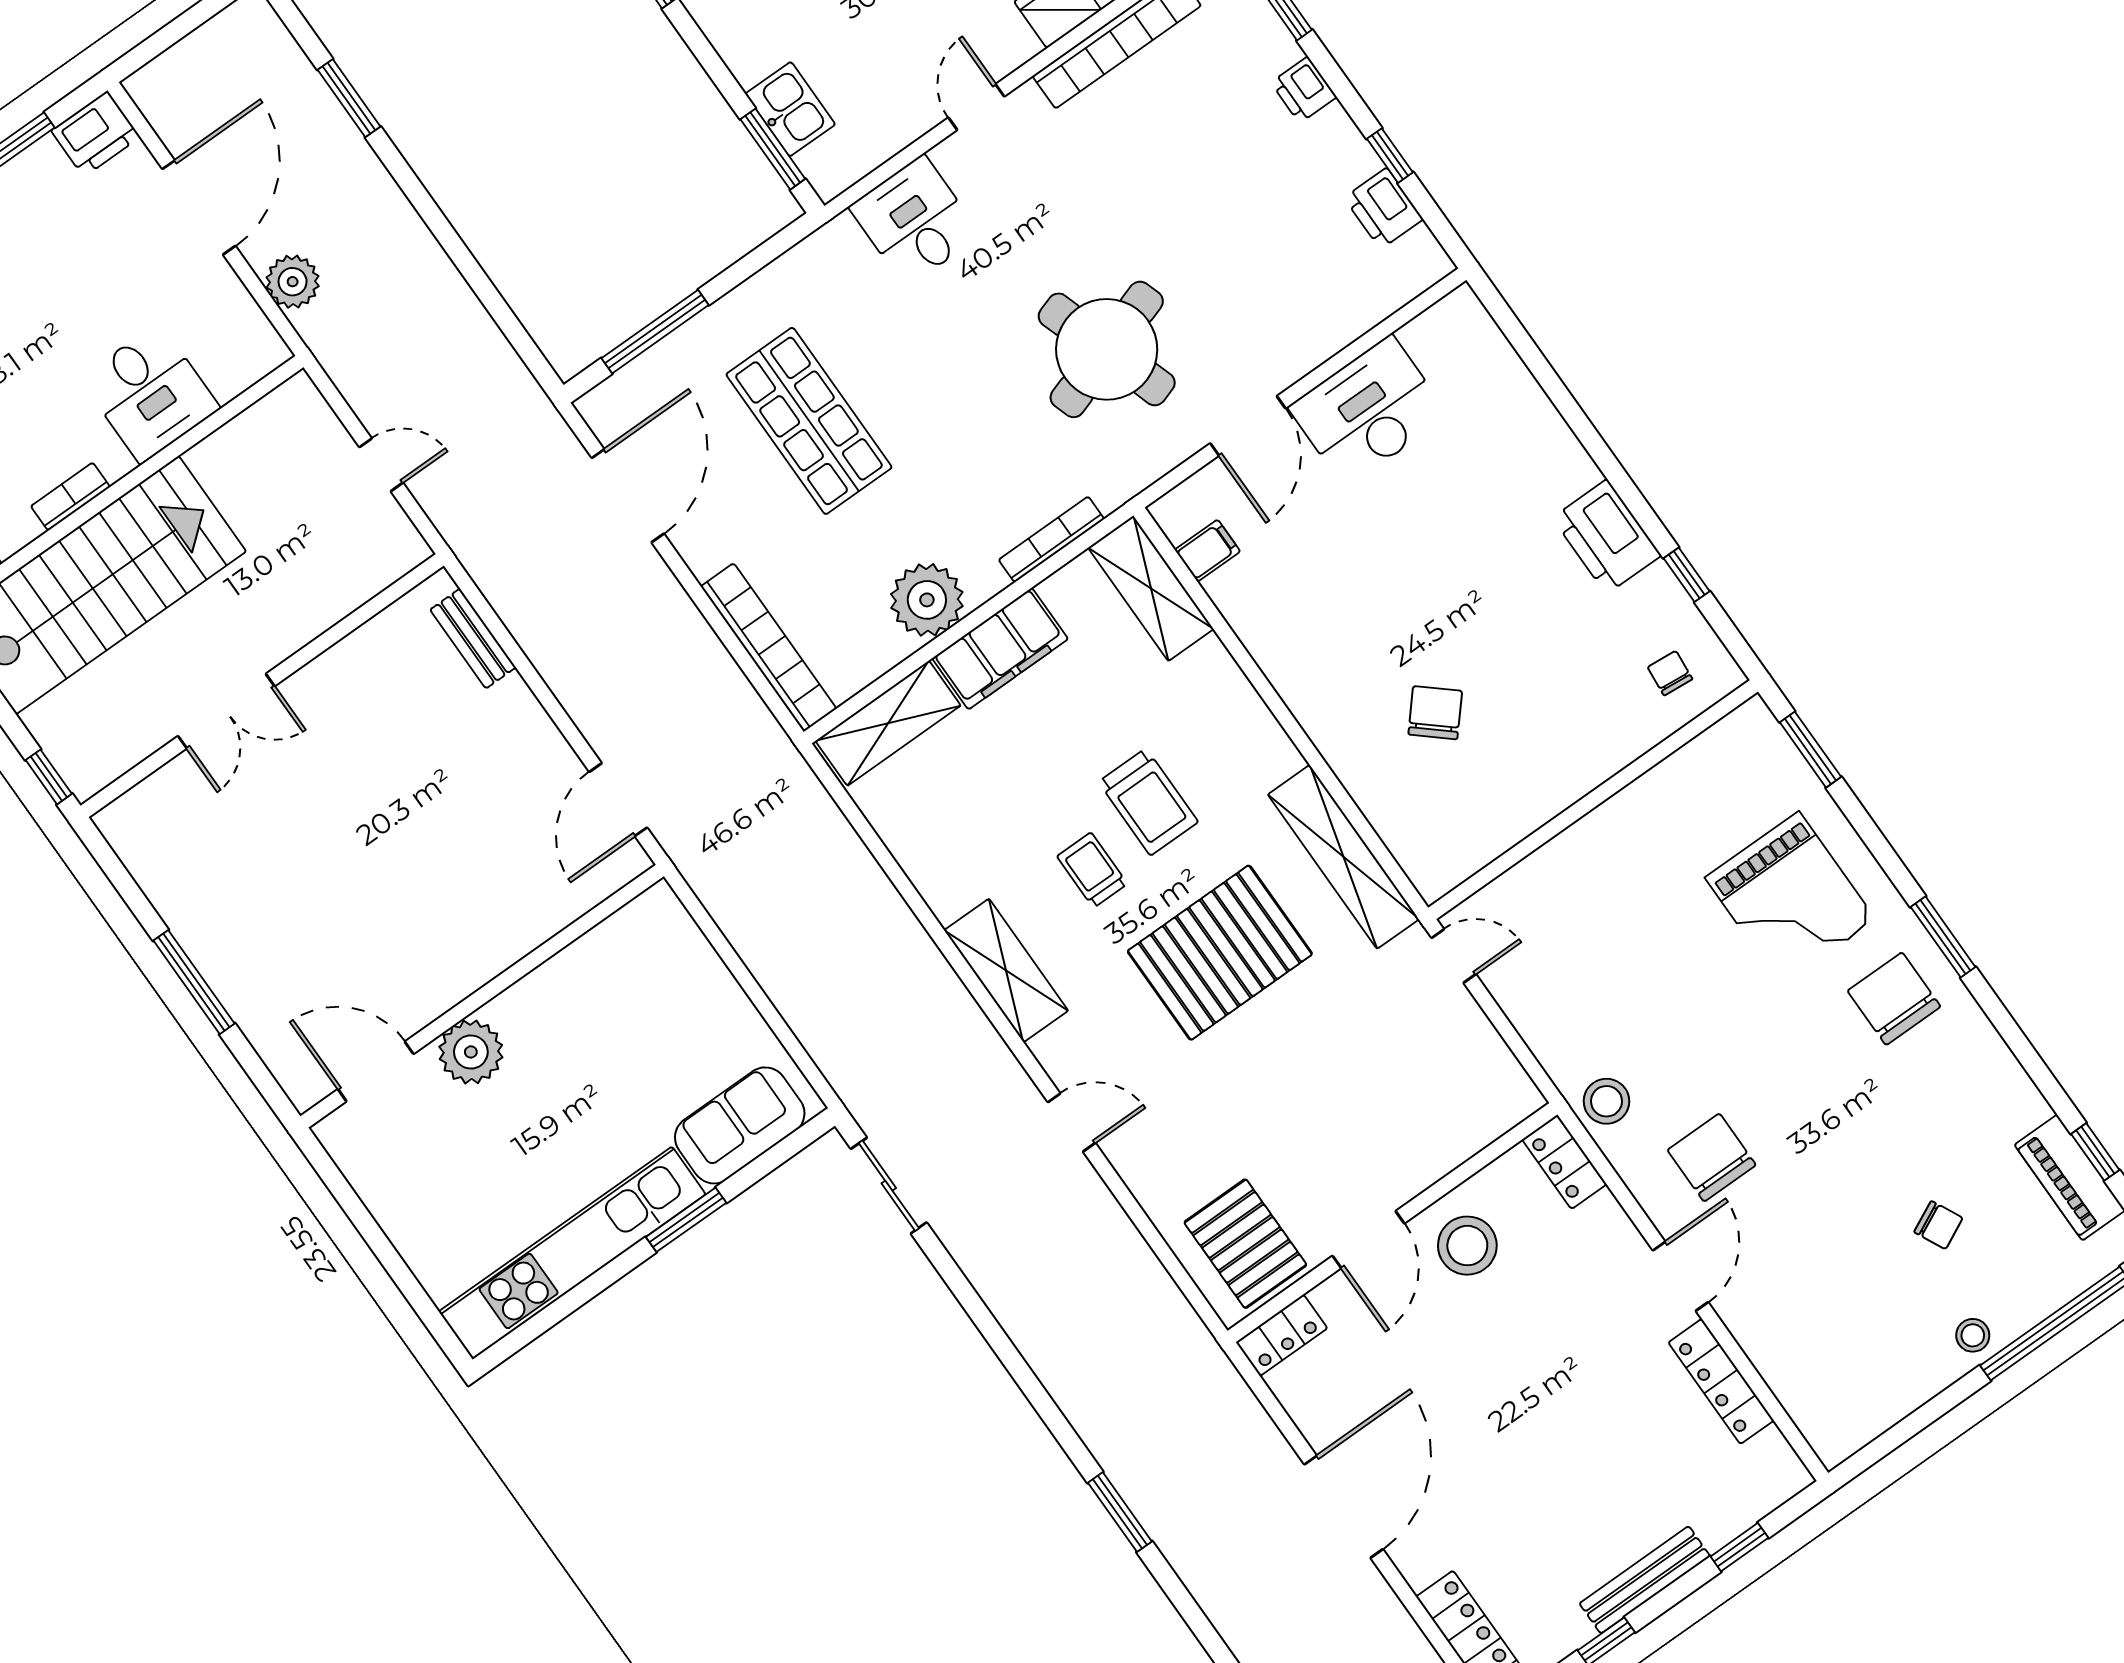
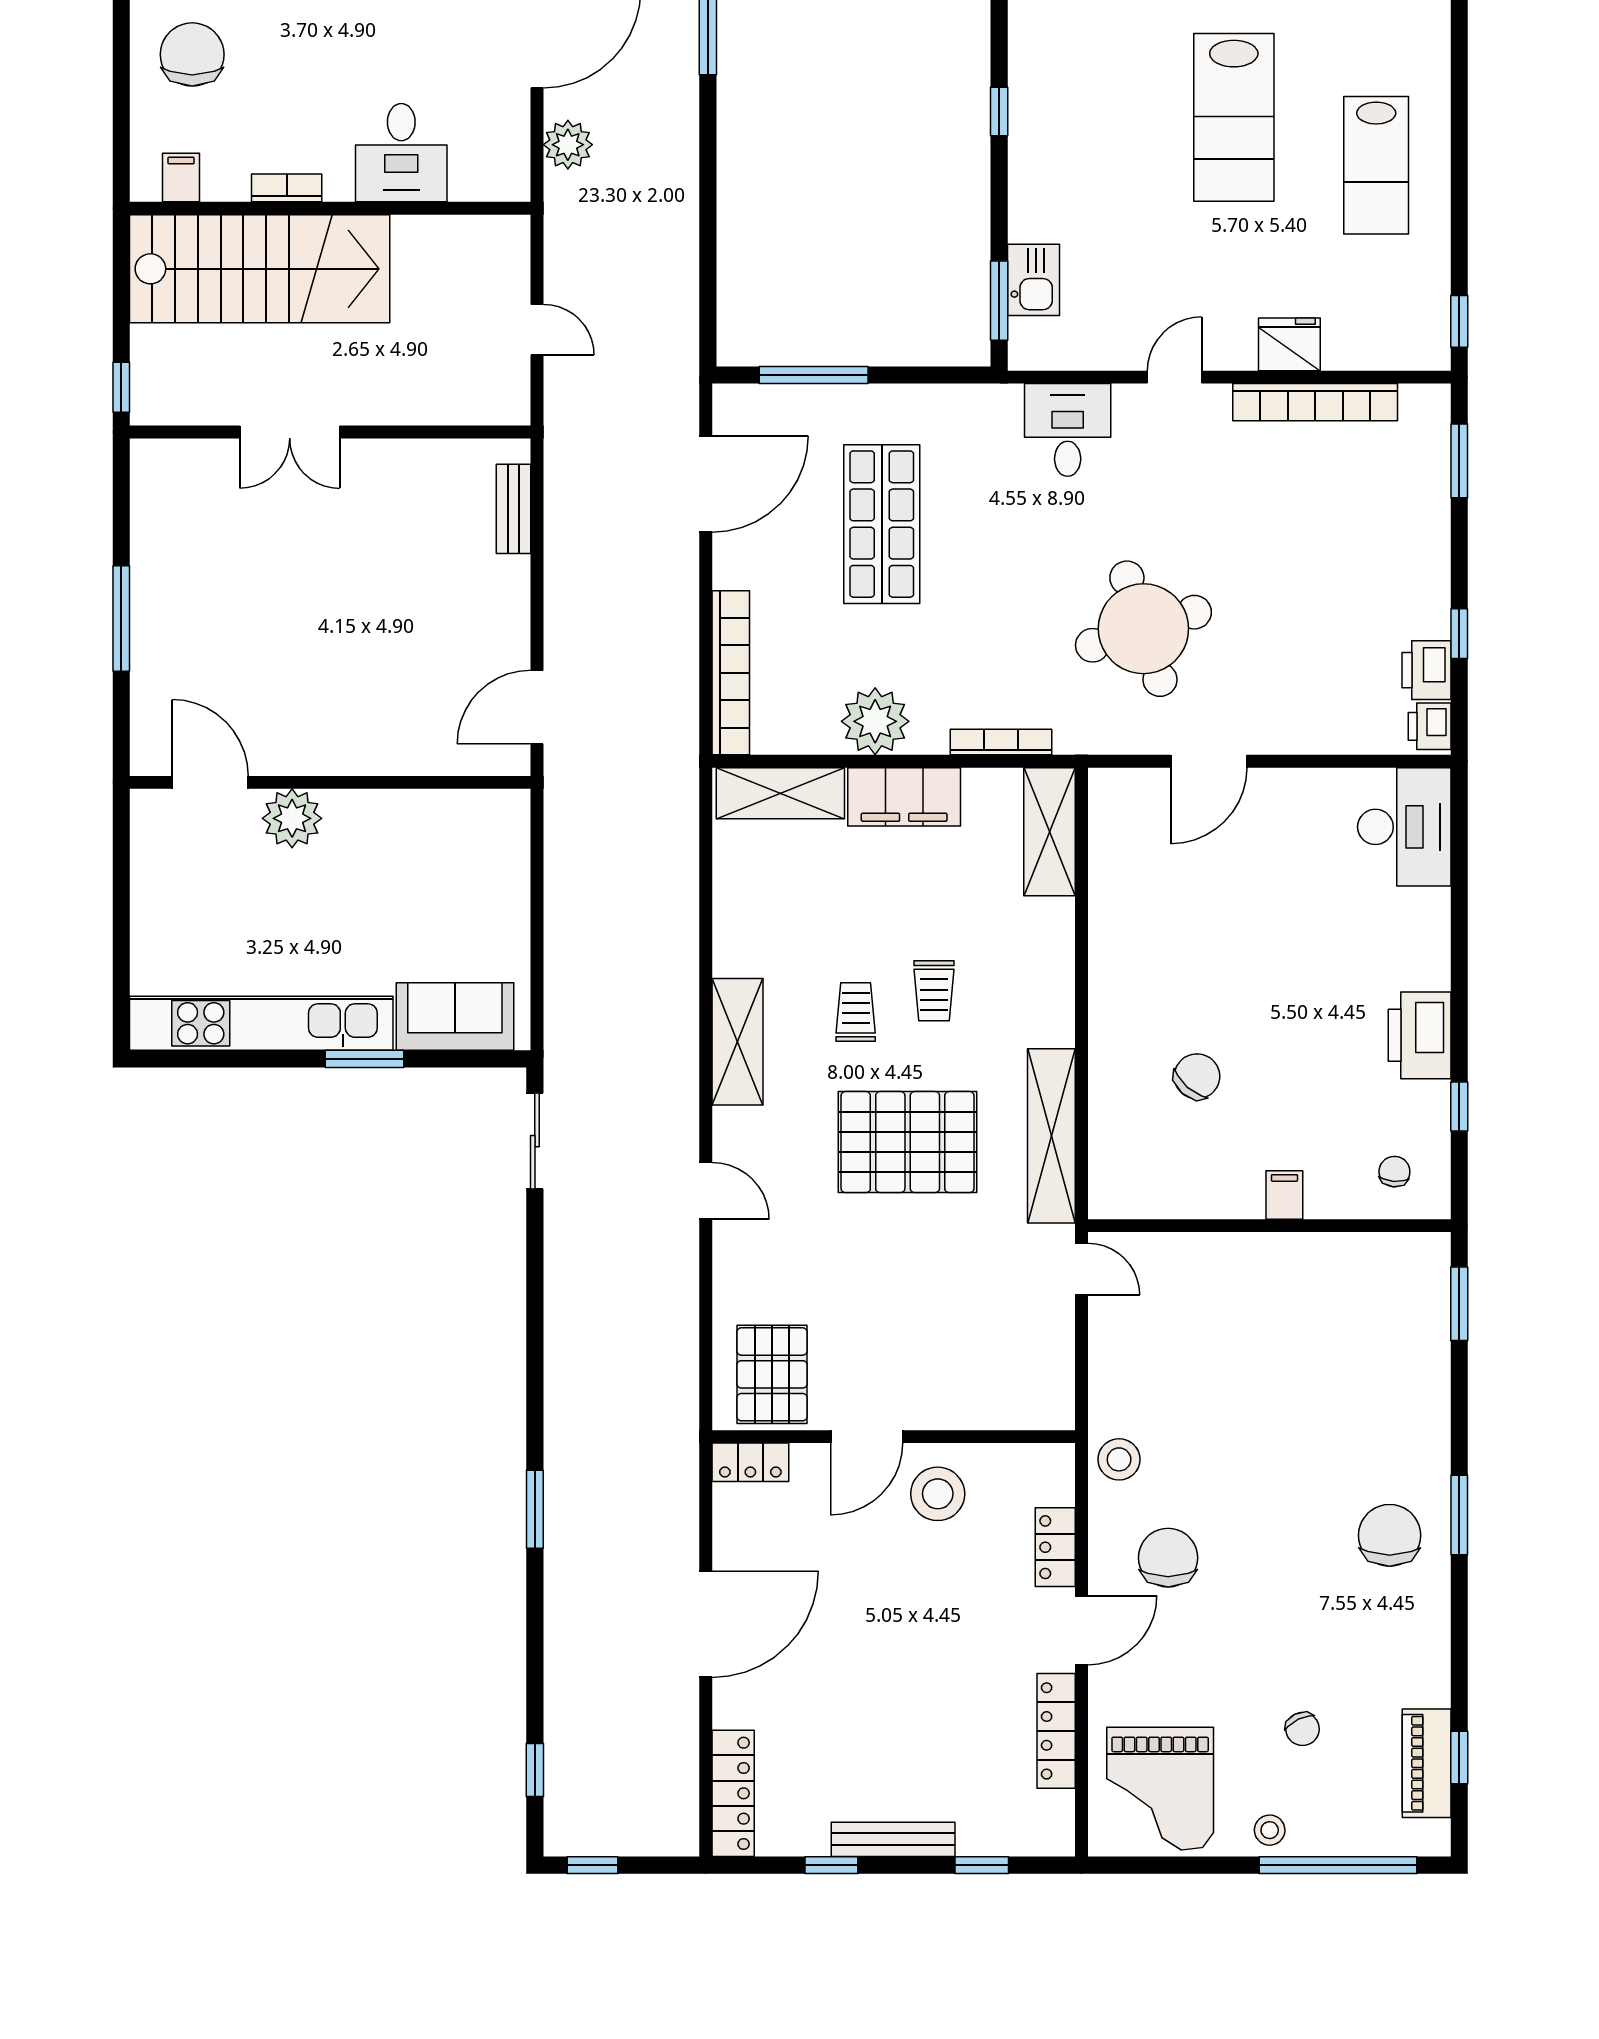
printer: (1304, 90) -> (1430, 726), moved
desk: (1368, 411) -> (1404, 827), moved, turned 90
filing cabinet: (1207, 551) -> (1284, 1195), moved, turned -90
trolley: (1148, 802) -> (934, 991), width x0.73, depth x0.72
grand piano: (1790, 899) -> (1160, 1789), moved
locker: (1564, 1162) -> (1055, 1547), moved

